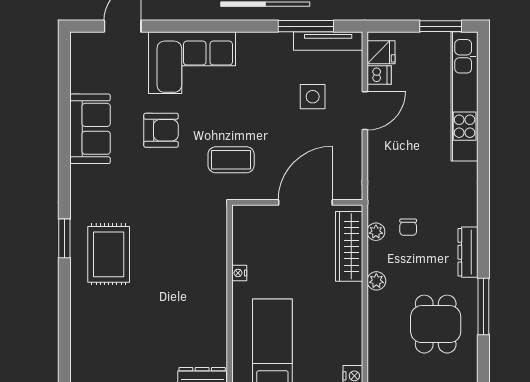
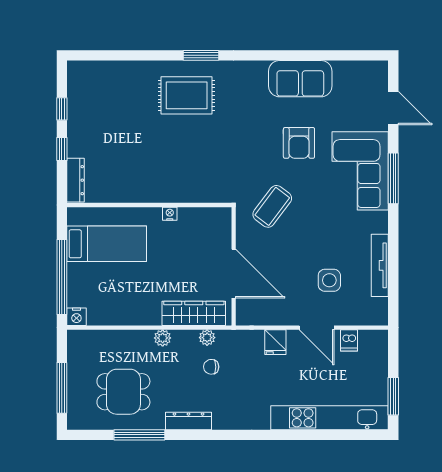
window: (306, 26) -> (393, 178), moved
tv unit: (328, 41) -> (380, 265), moved
fridge: (381, 52) -> (275, 342), moved
coffee table: (231, 160) -> (272, 206), turned 37

